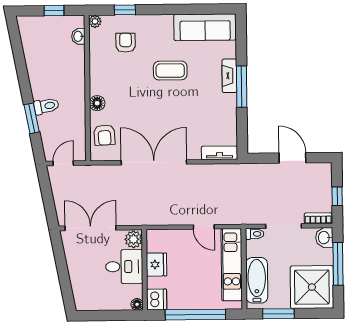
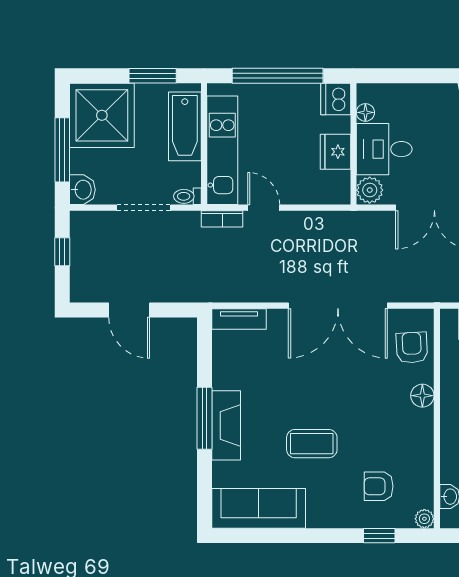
armchair: (126, 43) -> (379, 486), turned 90
fireplace: (229, 76) -> (226, 425), width x1.37, depth x1.32
bookcase: (318, 218) -> (222, 219), moved
floor lamp: (137, 304) -> (365, 112), moved

